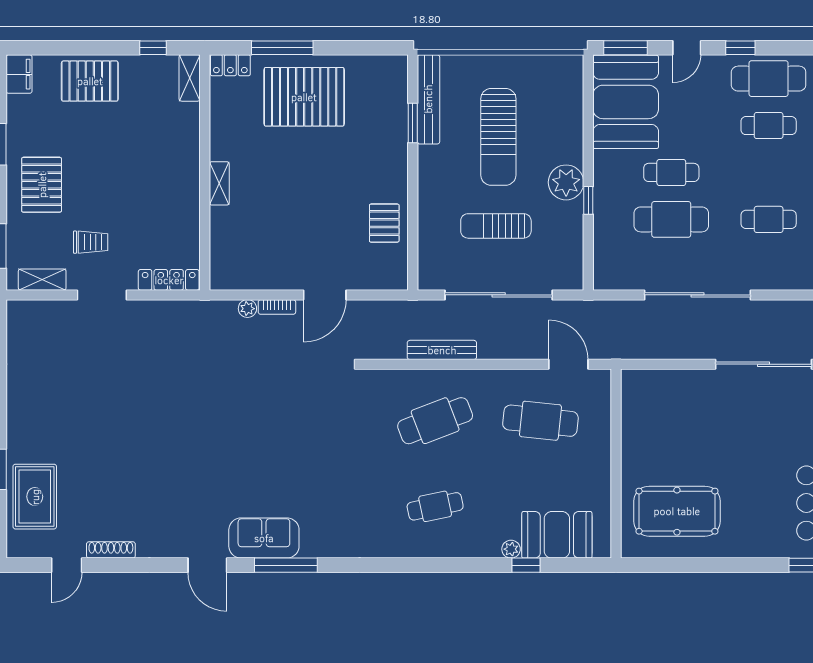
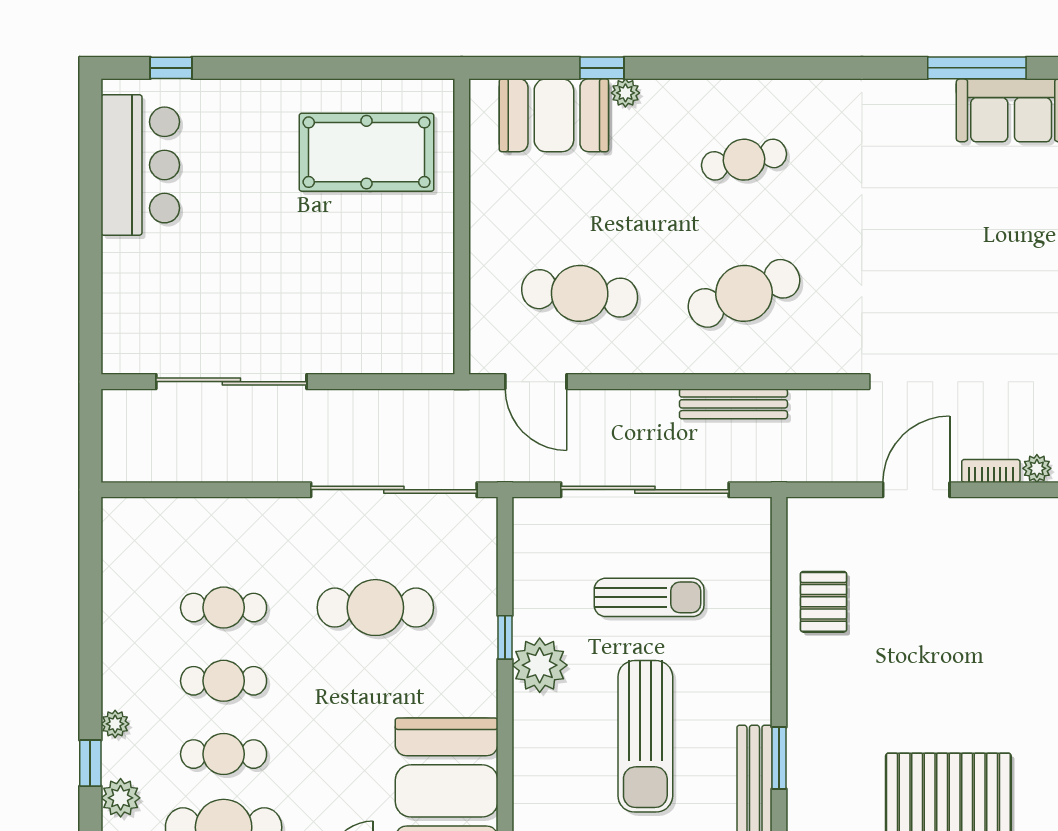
sun lounger: (498, 137) -> (645, 736), turned 180
cafe table: (671, 172) -> (224, 681), moved
sliding door: (697, 295) -> (394, 490), moved

